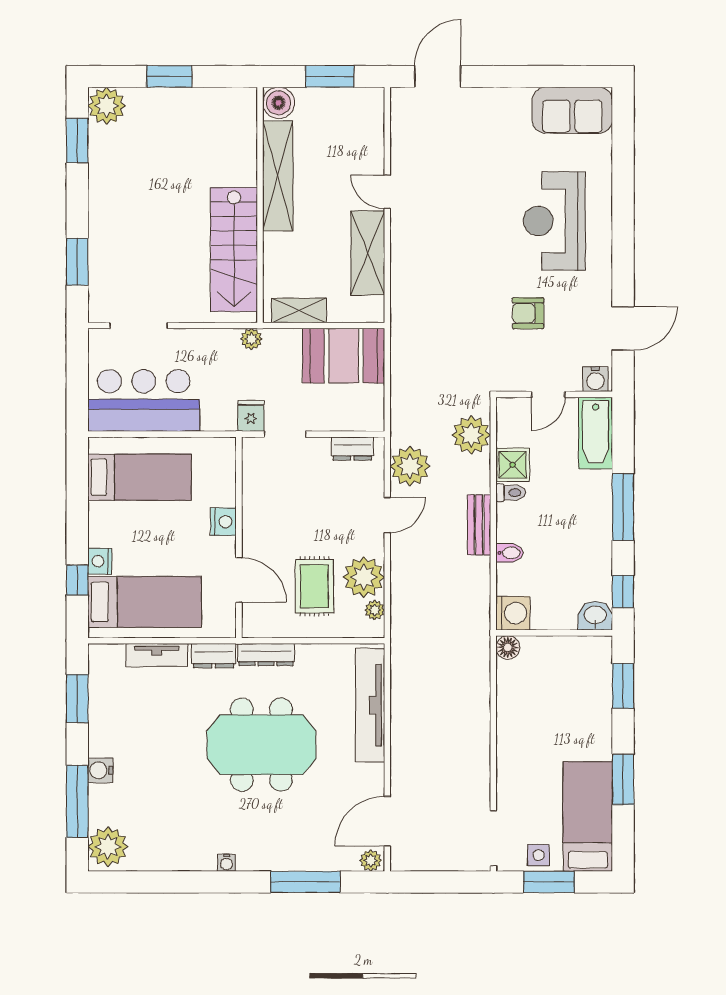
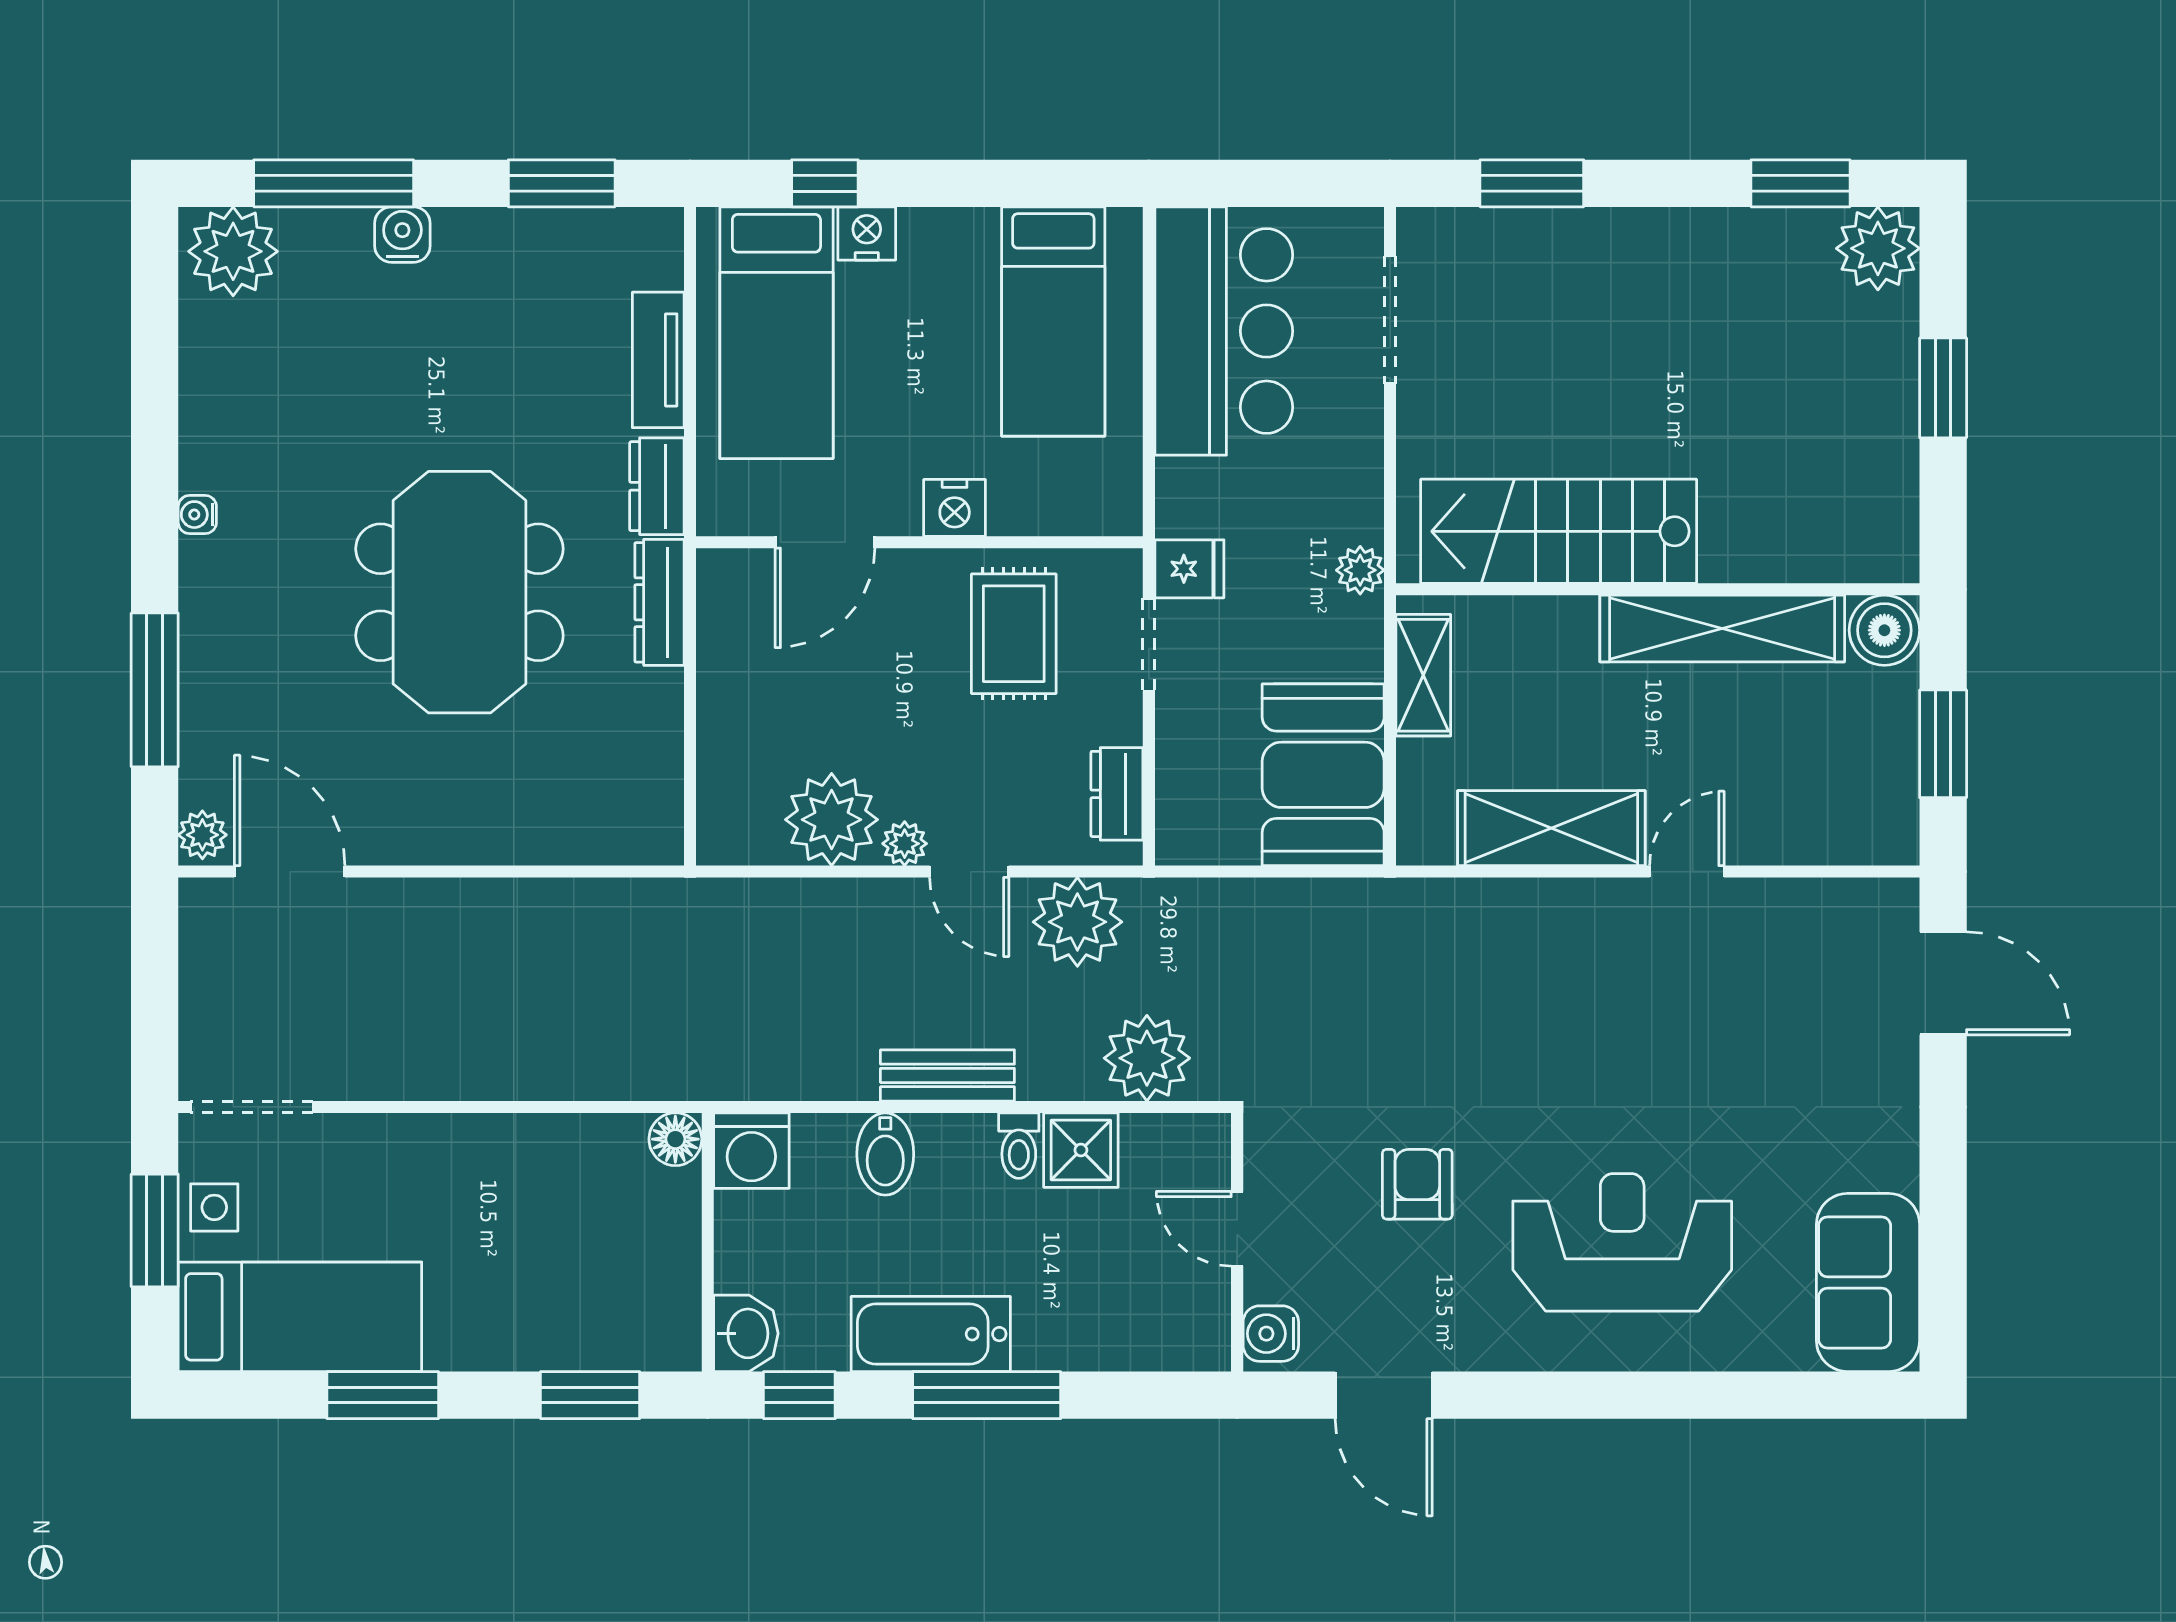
bathtub: (596, 433) -> (931, 1334), moved
bidet: (510, 553) -> (885, 1154), width x1.38, depth x1.36
rug: (314, 586) -> (1014, 634), moved, turned 90
plant: (375, 610) -> (905, 844), moved
tv unit: (370, 705) -> (547, 833), removed

